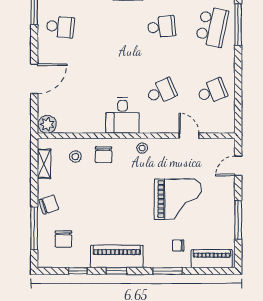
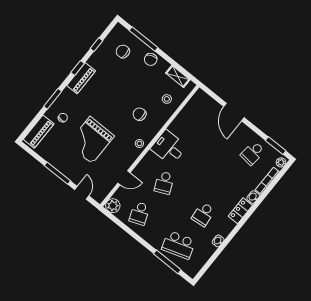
school desk: (212, 27) -> (179, 245), turned -30
plant: (47, 124) -> (113, 206), moved
chair: (103, 155) -> (140, 114), moved
window: (238, 220) -> (57, 173), moved
piano: (117, 256) -> (81, 78), width x0.73, depth x0.75

